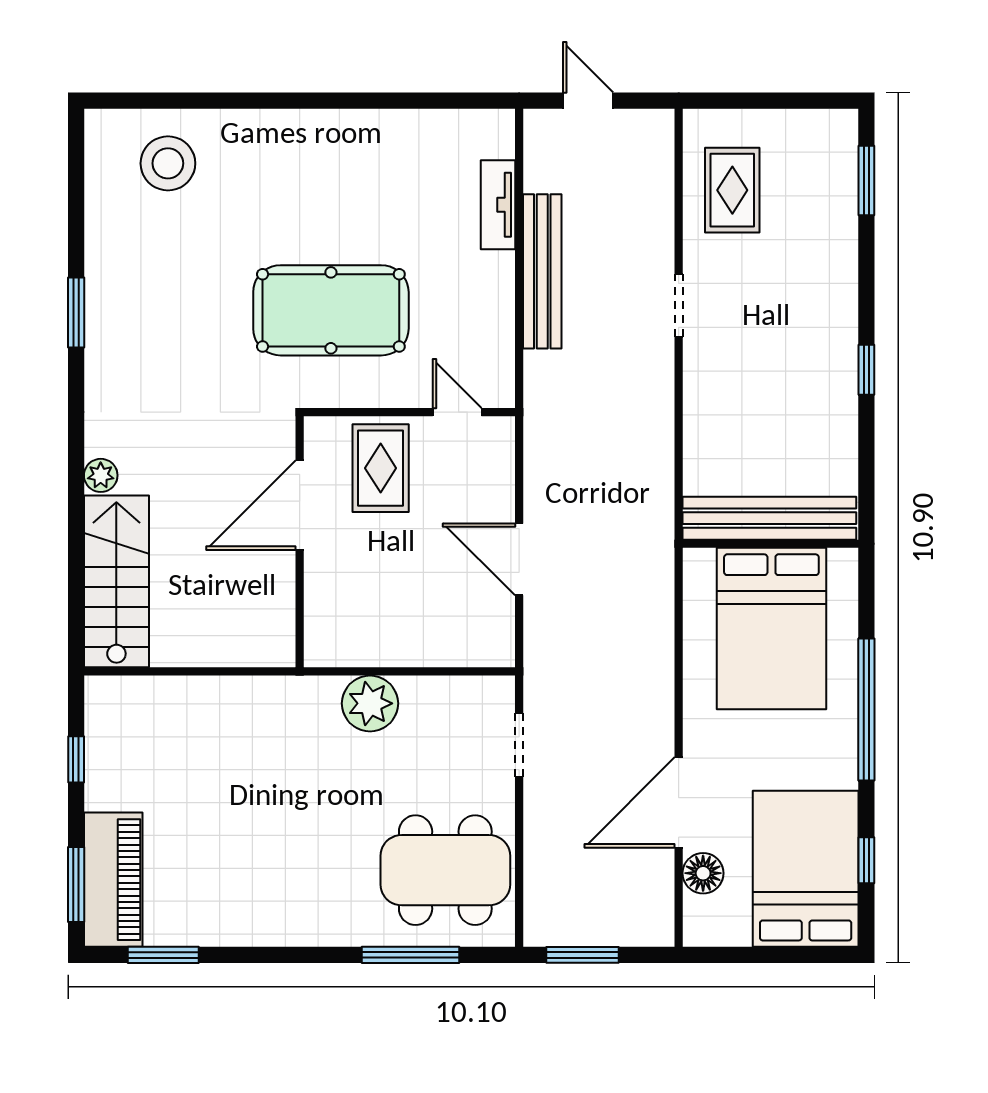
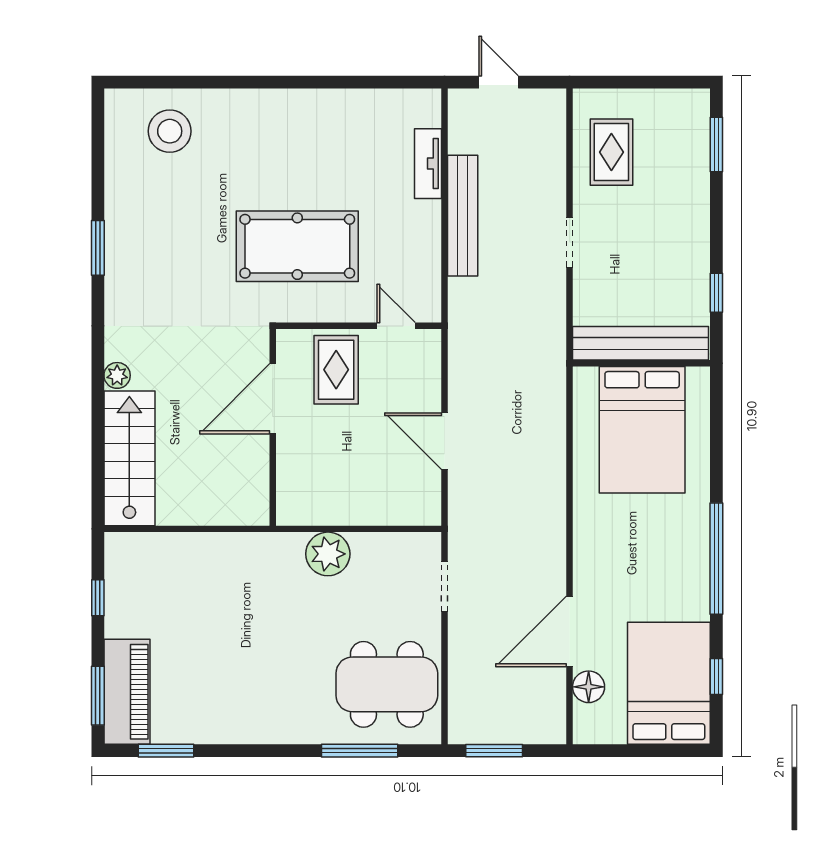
bench: (769, 518) -> (641, 343), moved
wall: (771, 544) -> (641, 363), moved
bed: (771, 629) -> (642, 430), moved

